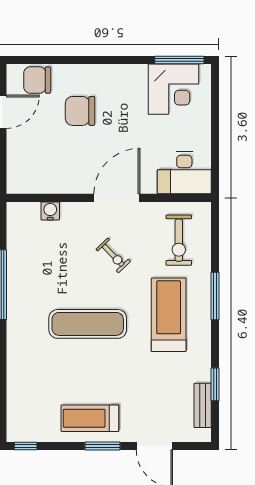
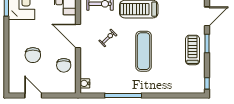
chair: (37, 80) -> (64, 65), moved
water cooler: (50, 211) -> (85, 83), moved
treadmill: (90, 418) -> (193, 50), turned 180

